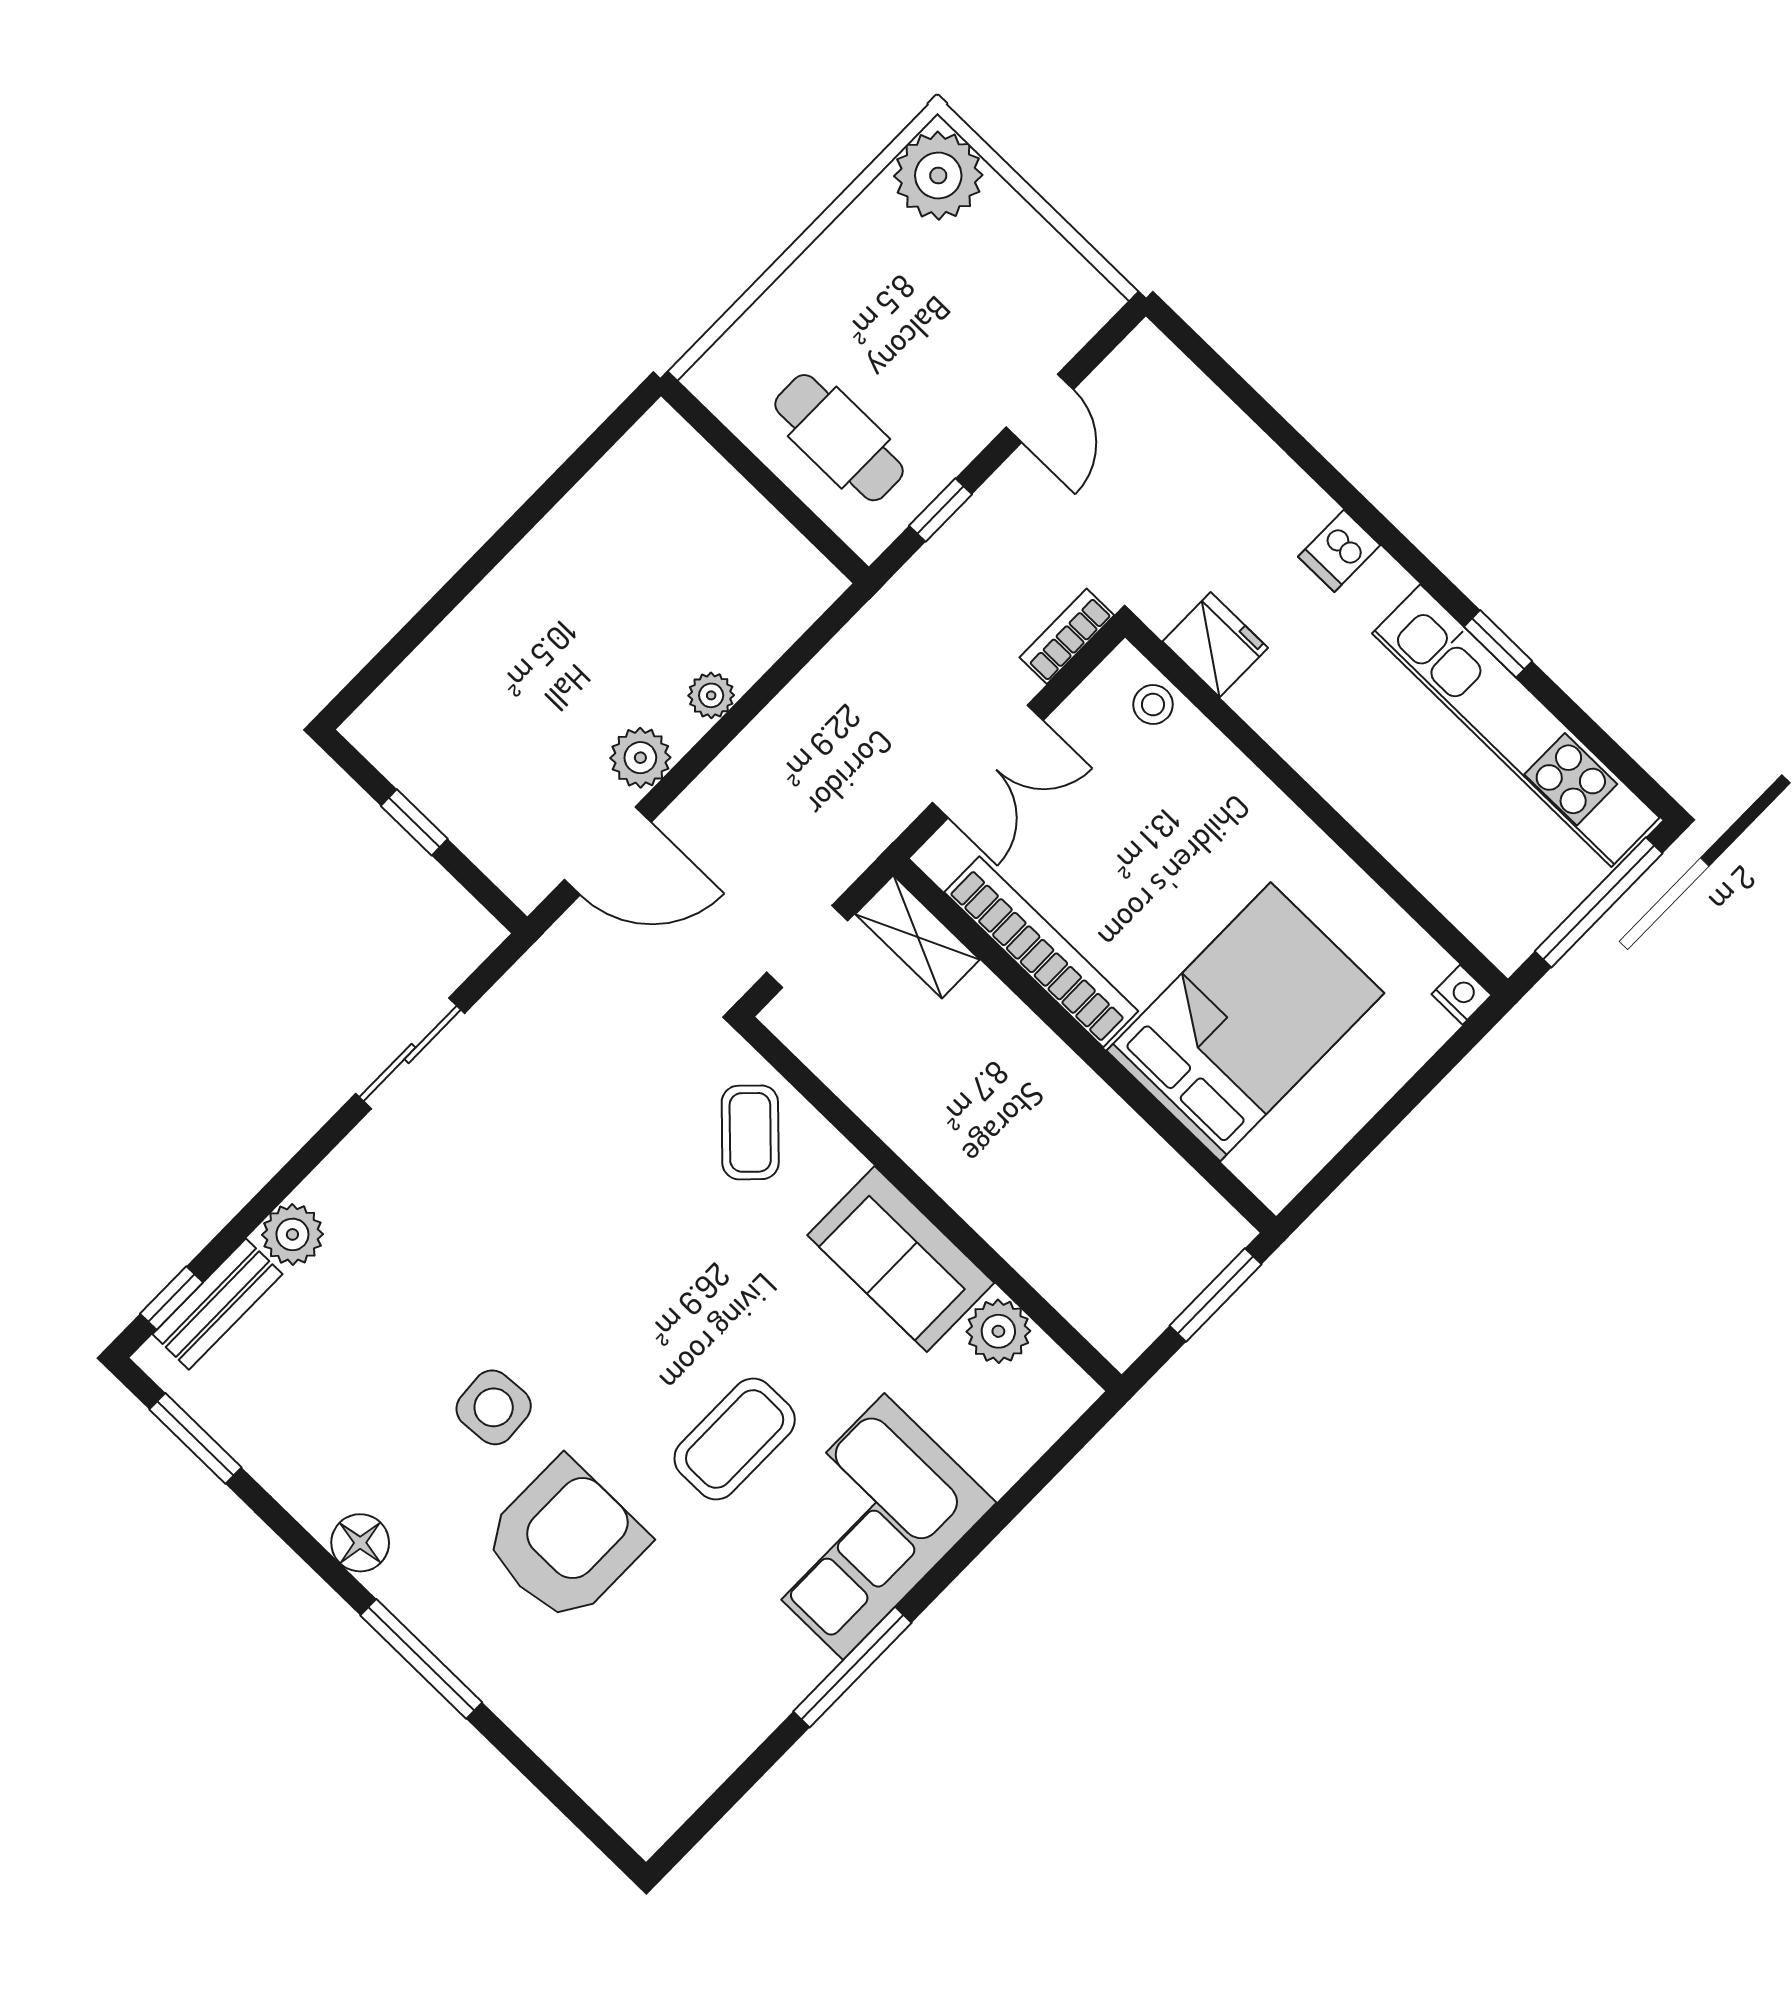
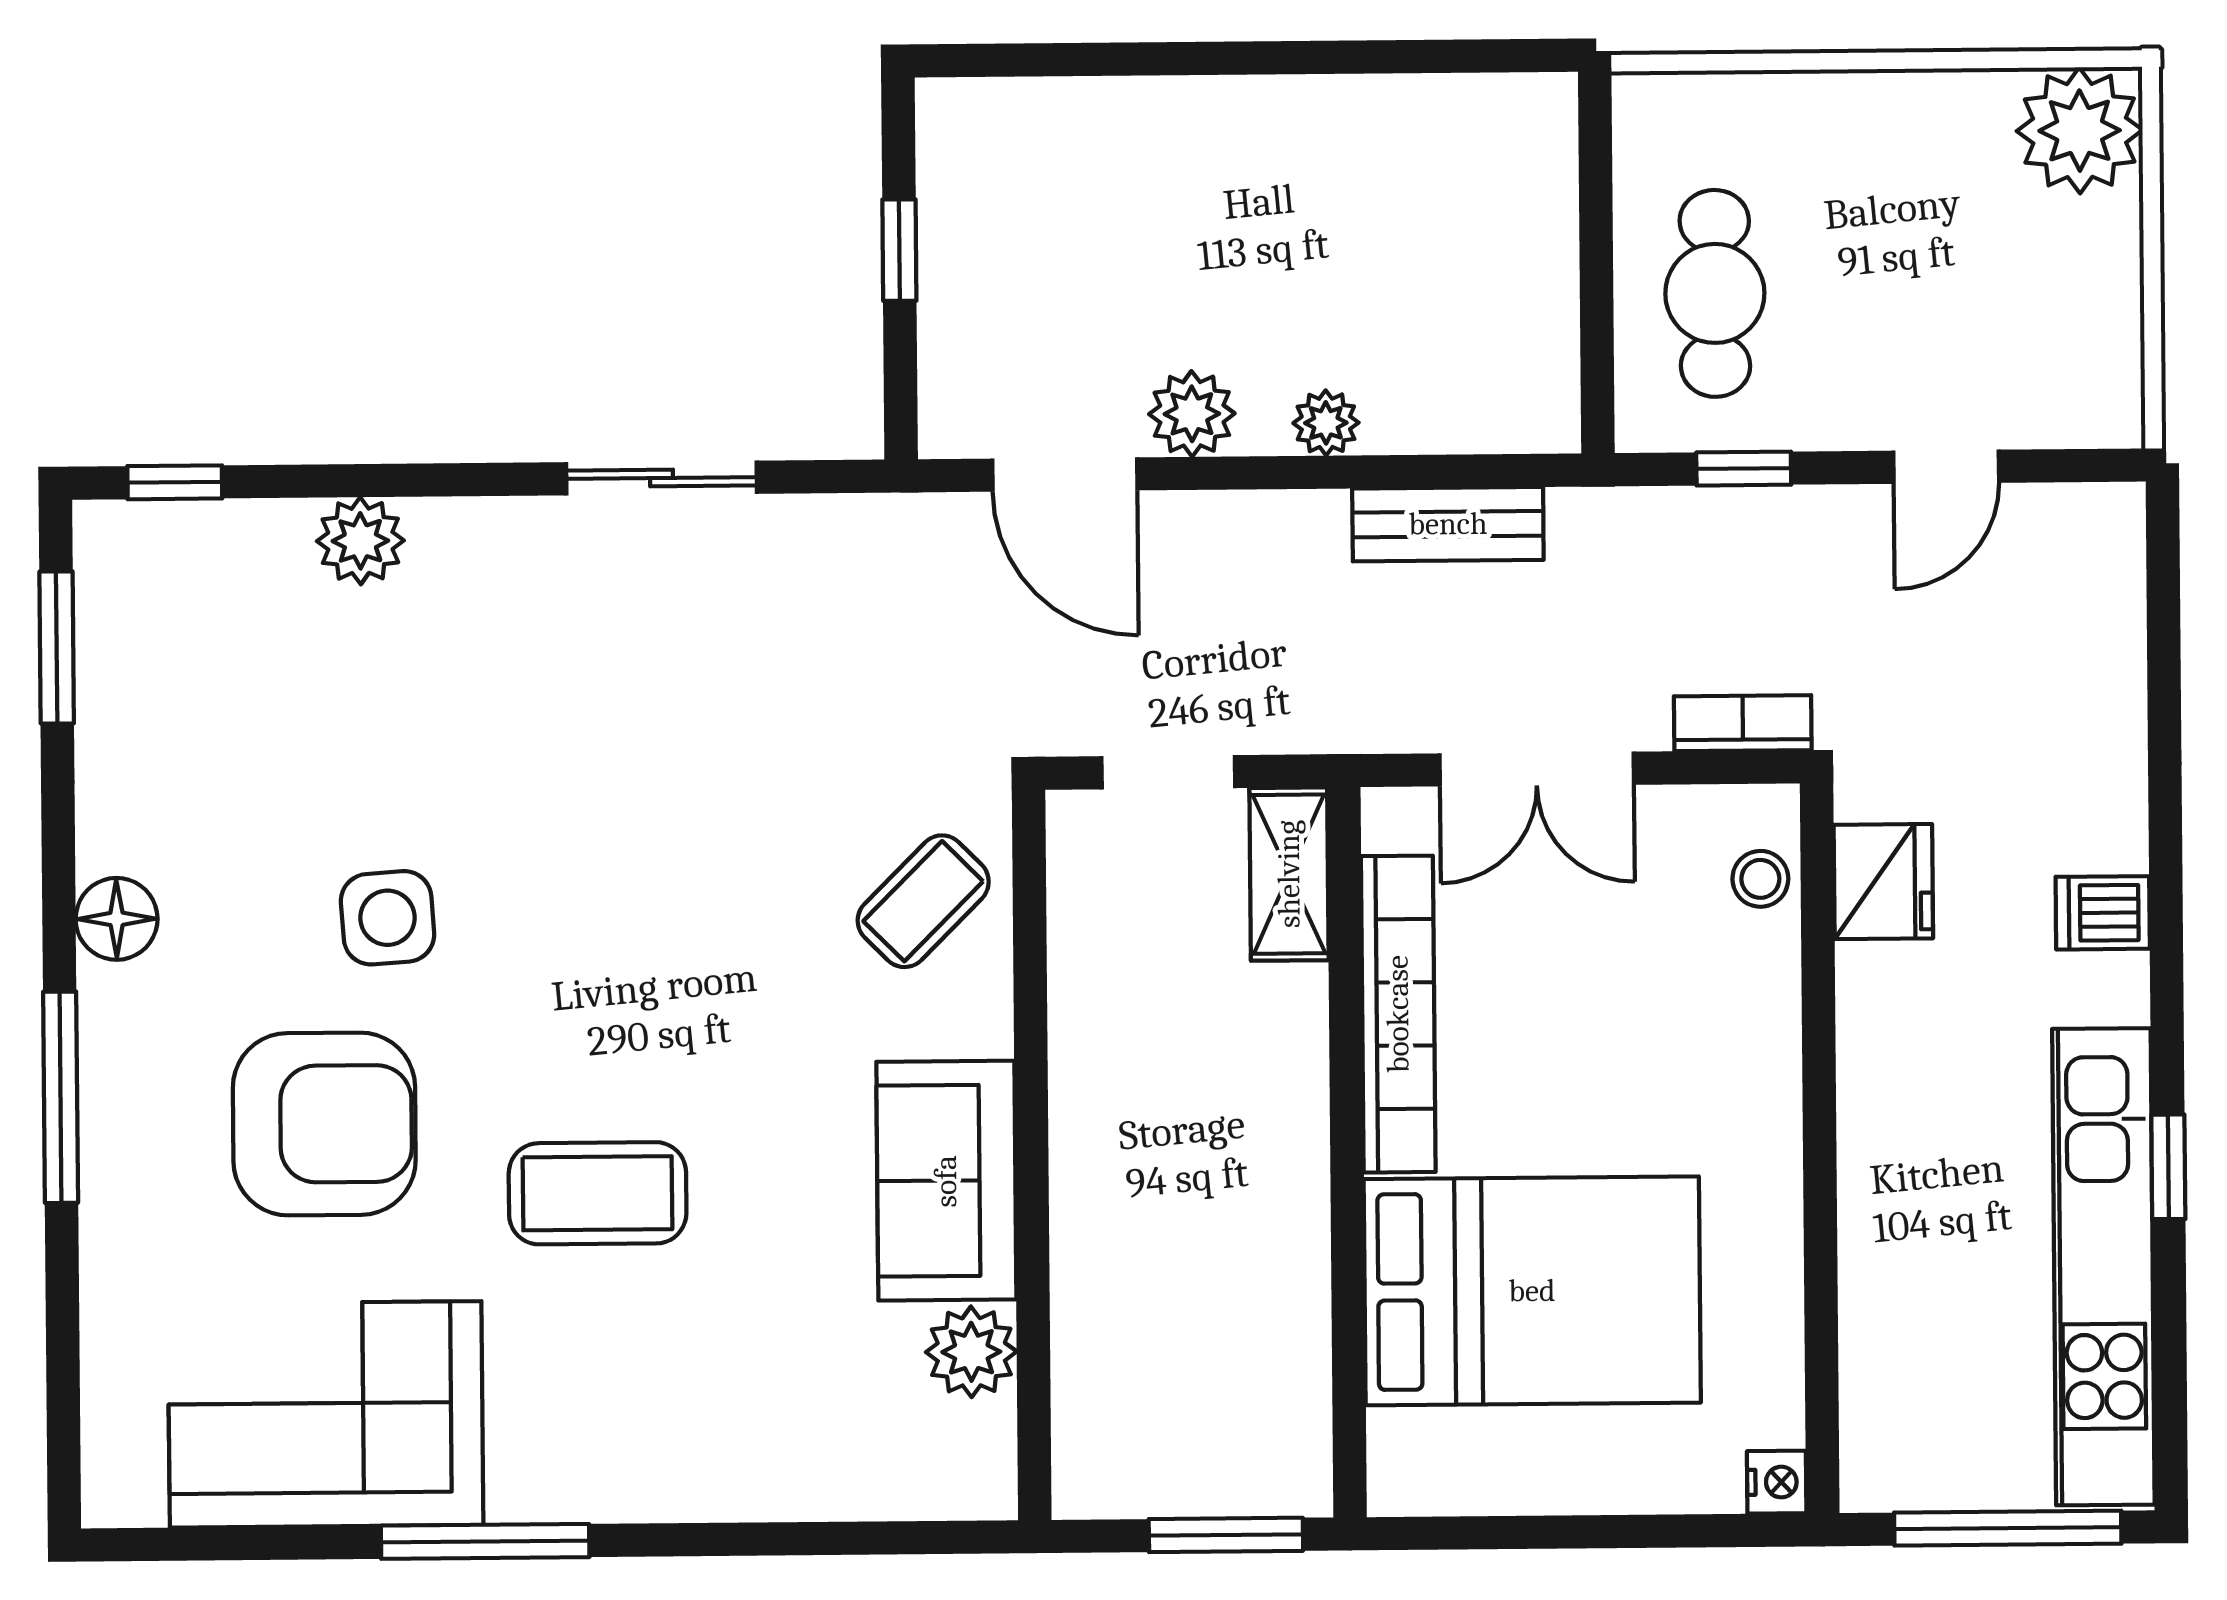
bench: (217, 1304) -> (1448, 524), moved
corner sofa: (864, 1526) -> (326, 1414), moved

